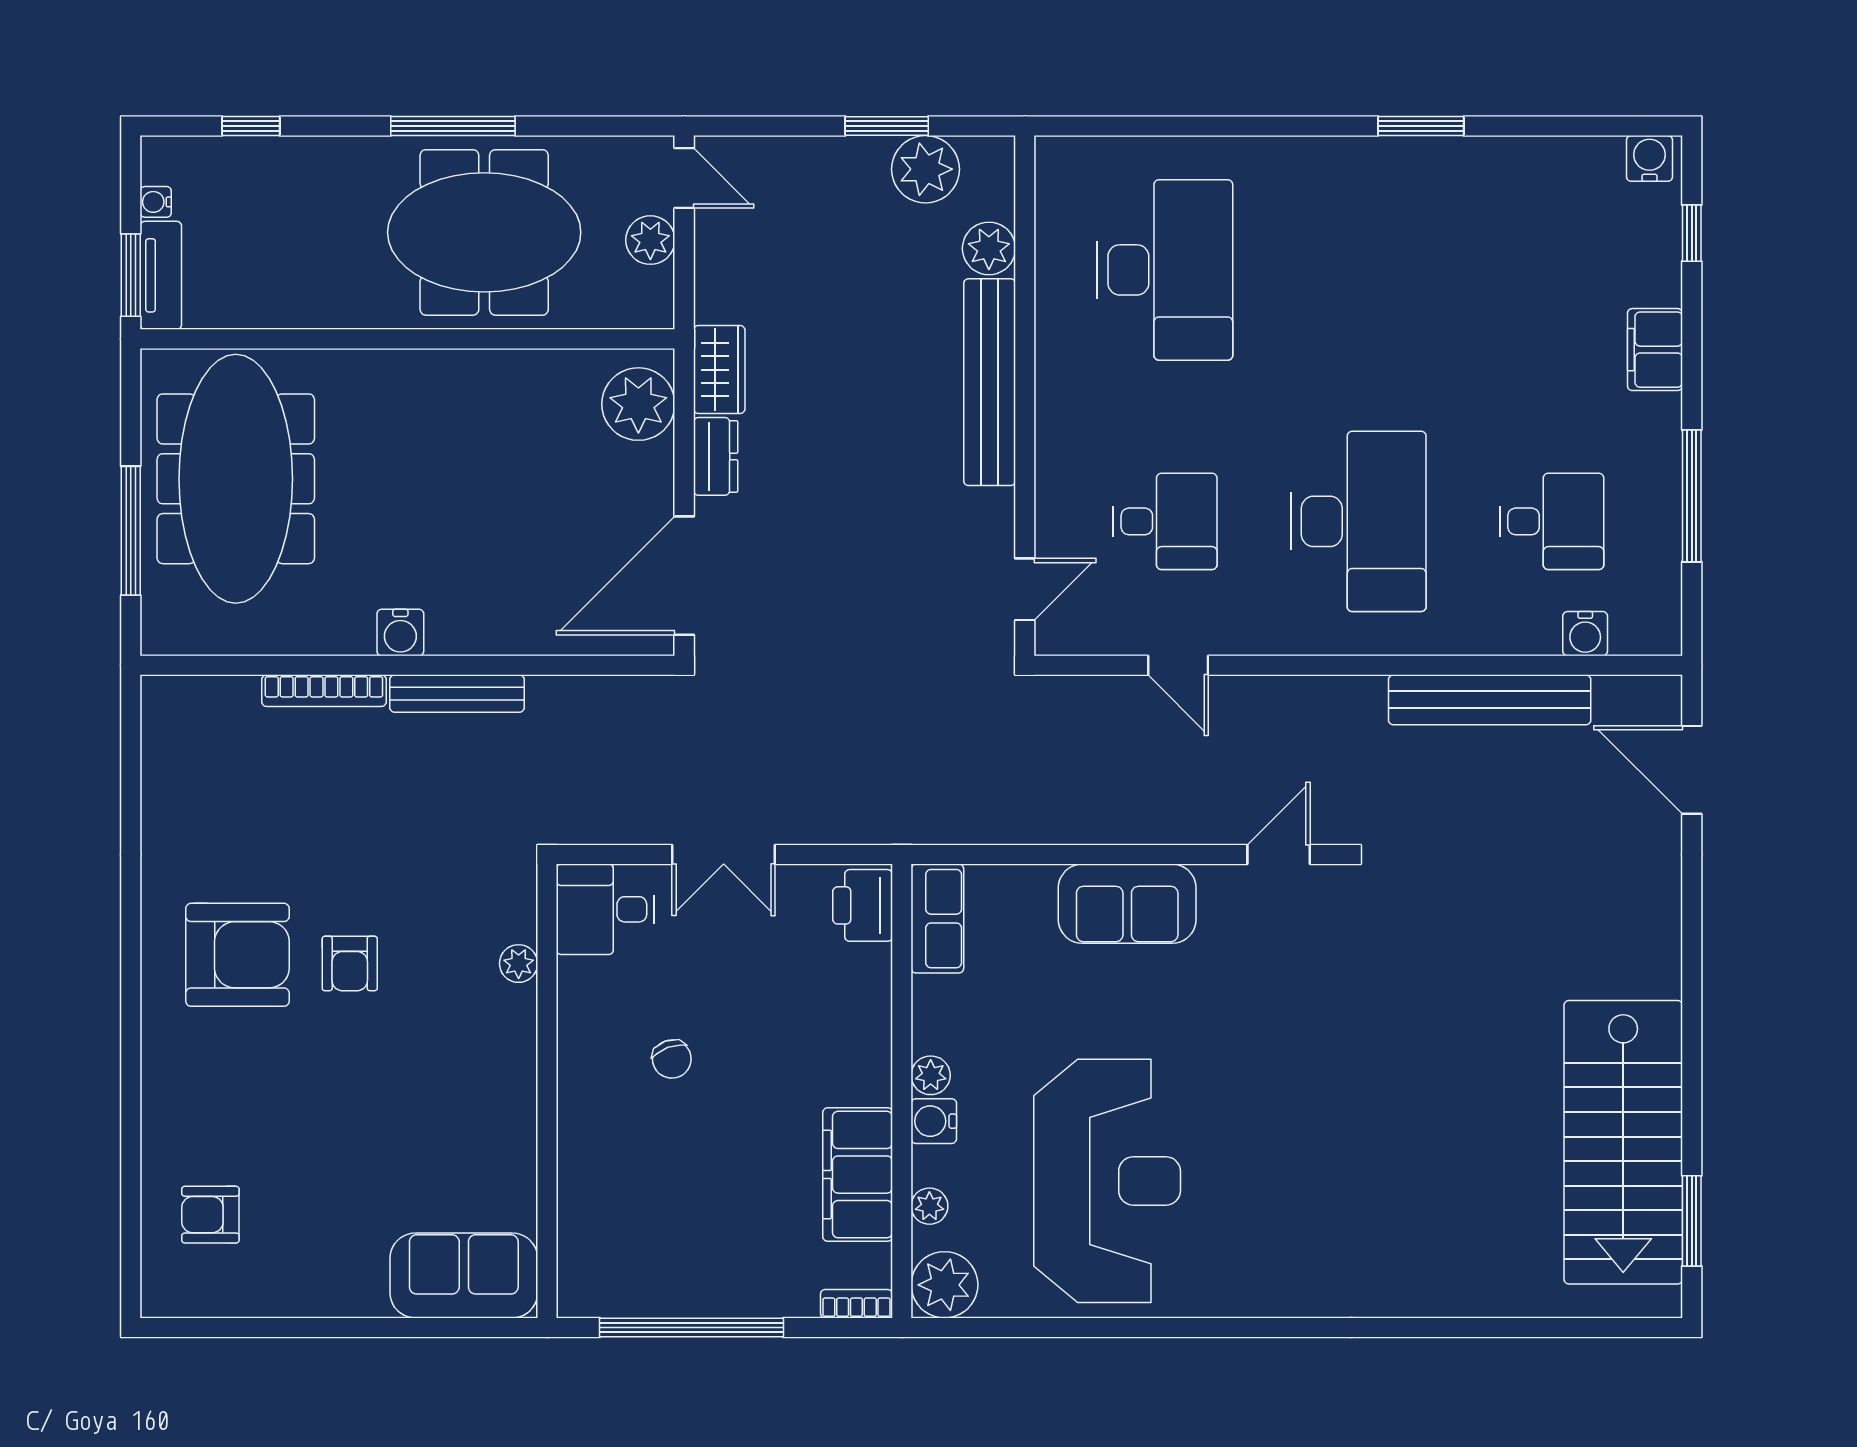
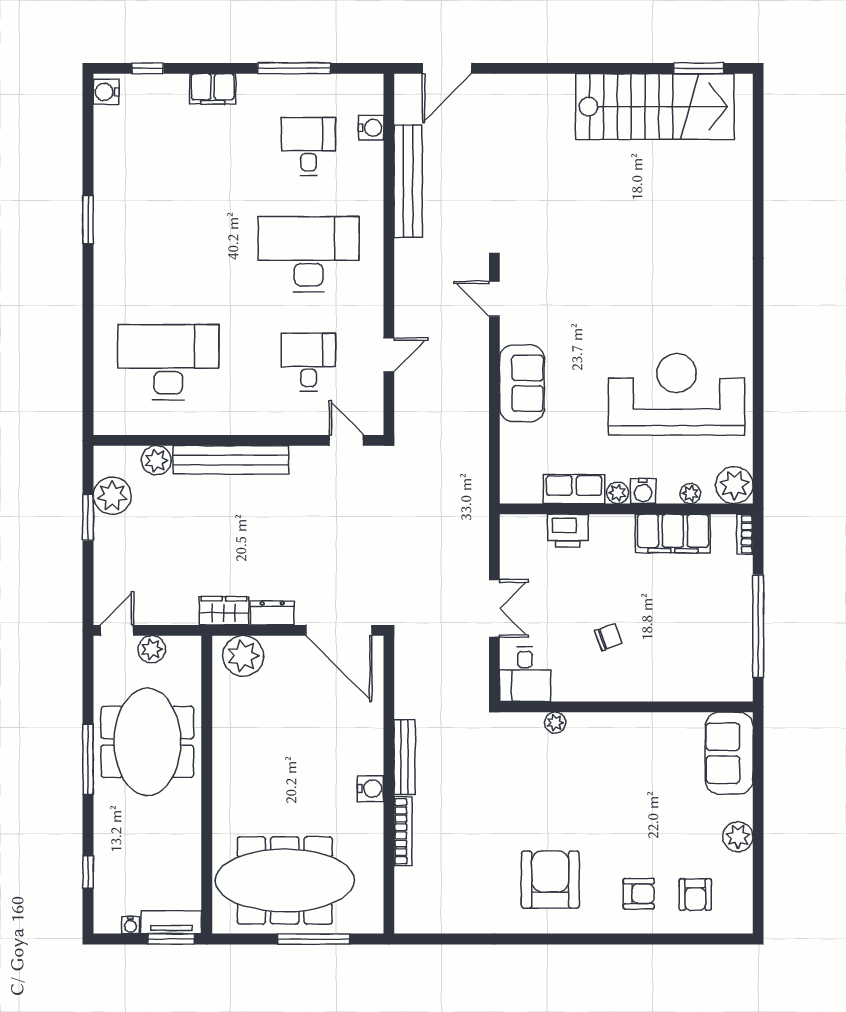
printer: (863, 905) -> (568, 531), moved
row of seats: (937, 919) -> (574, 489), moved
armchair: (350, 963) -> (639, 894), moved
plant: (314, 1291) -> (738, 837), added

